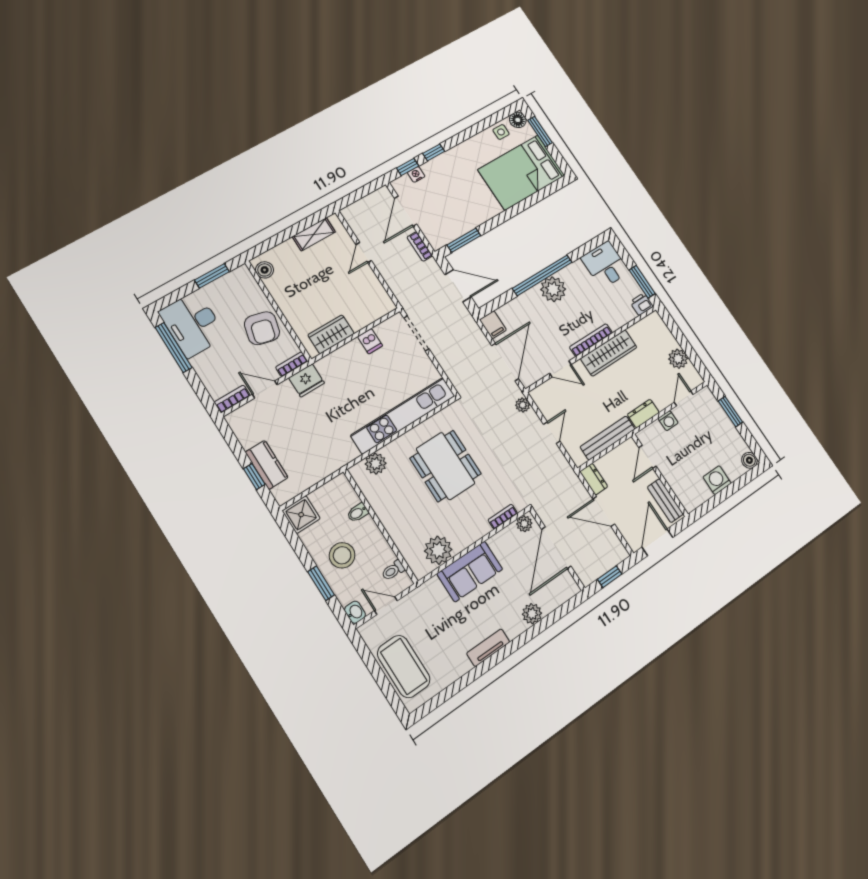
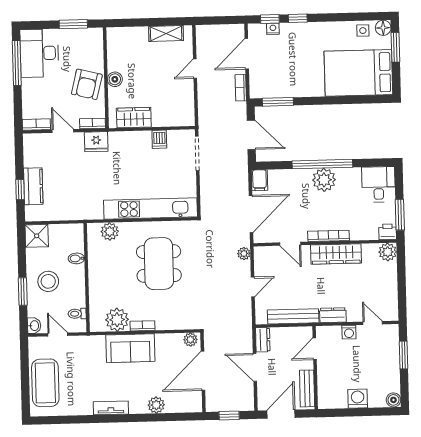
boiler: (265, 270) -> (115, 79), moved
plant: (678, 359) -> (388, 252), moved
door: (684, 398) -> (373, 323), hinge flipped
bookcase: (503, 517) -> (142, 326), moved

